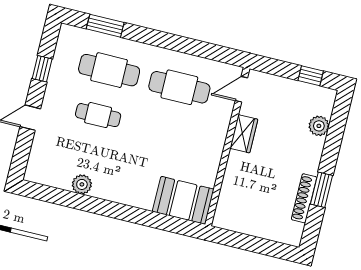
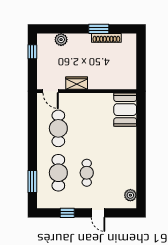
plant: (82, 184) -> (130, 195), moved

